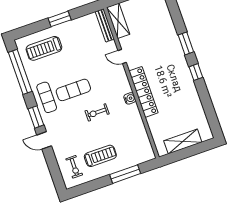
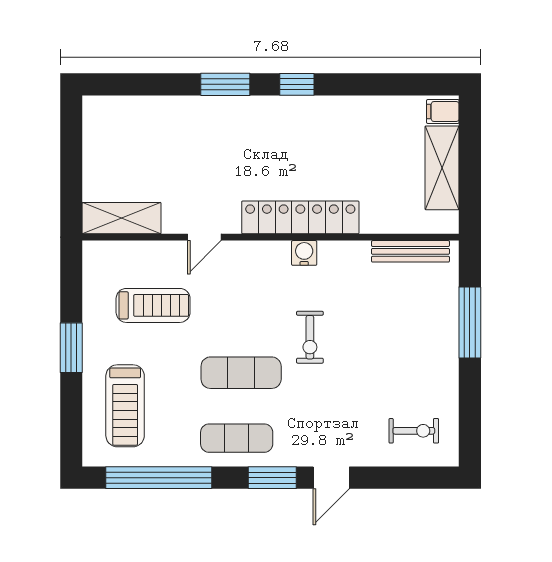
bench: (105, 25) -> (410, 251), moved
exercise mat: (73, 90) -> (241, 373), turned 90
filing cabinet: (205, 134) -> (443, 112), added
treadmill: (100, 156) -> (153, 305), moved, turned 90

